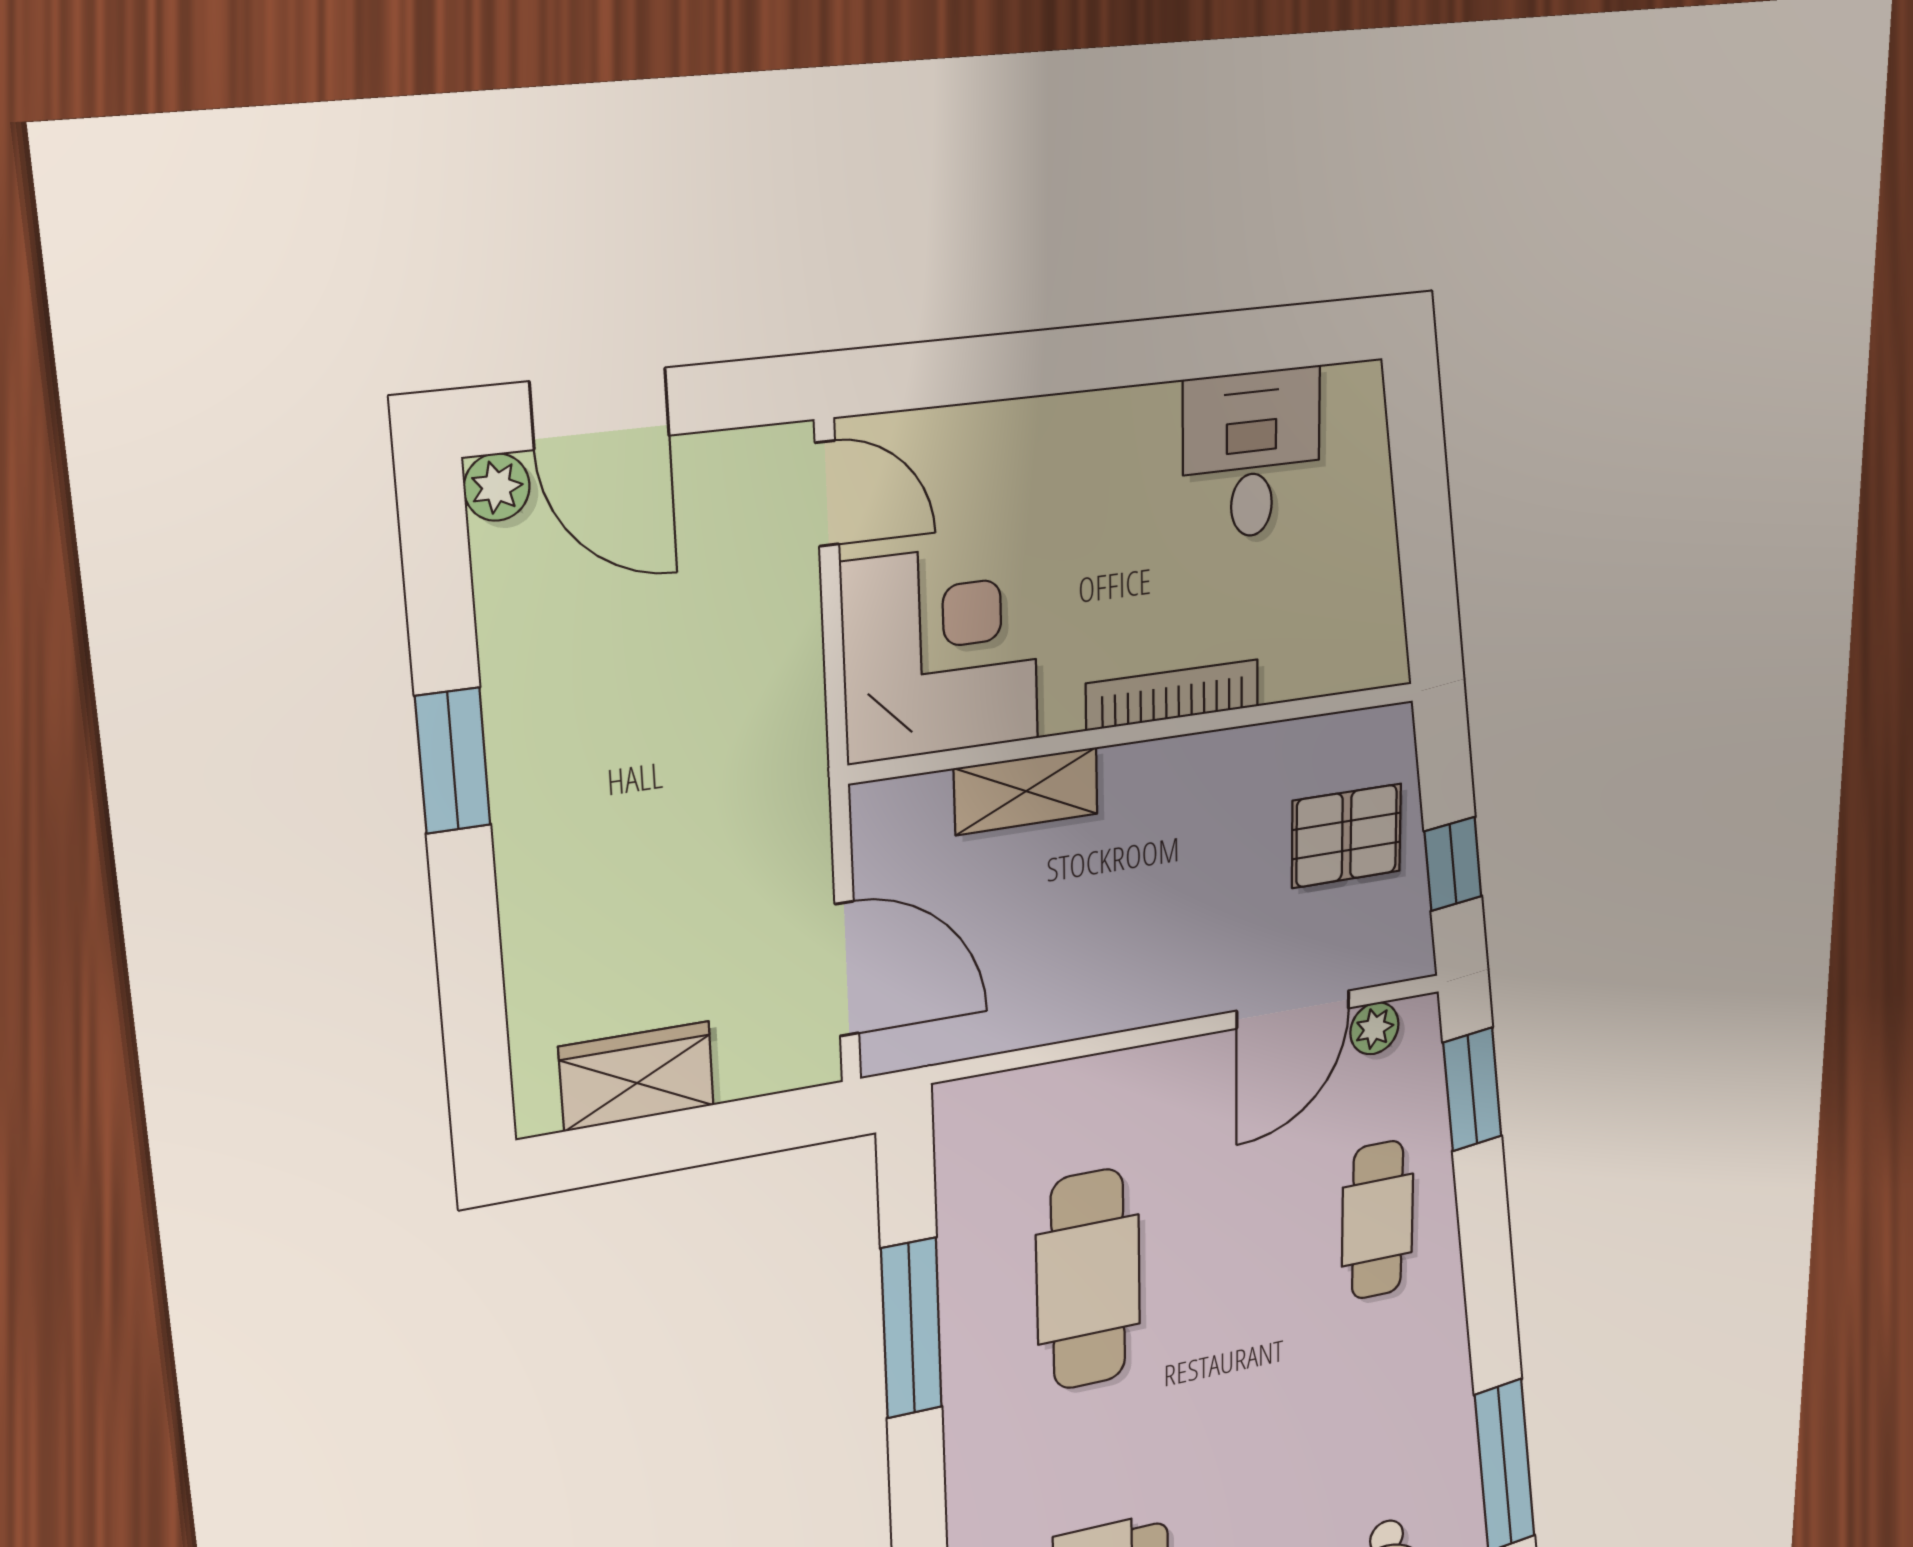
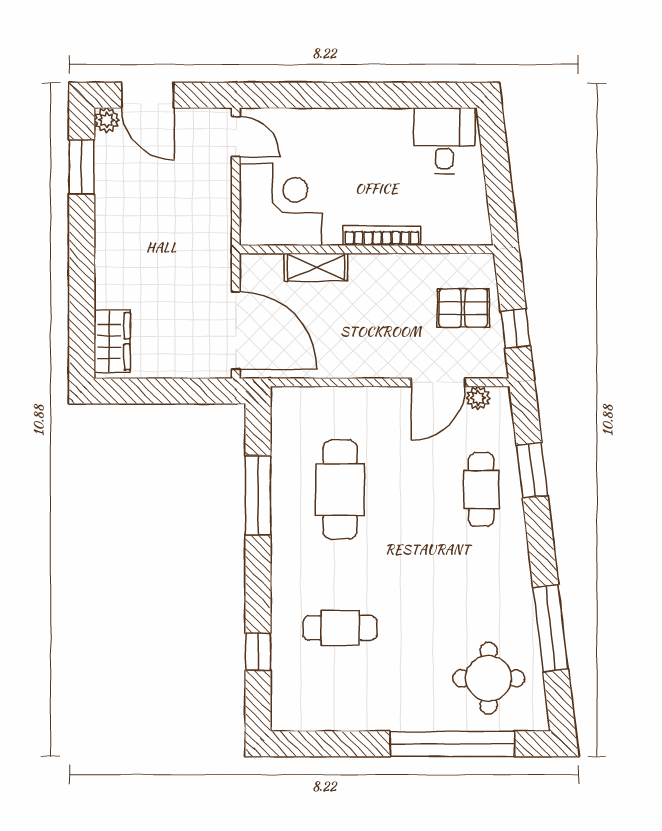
desk: (1252, 454) -> (444, 141), moved
window: (453, 761) -> (82, 167), moved
door: (847, 969) -> (236, 330), width x1.36
wardrobe: (637, 1076) -> (112, 341), moved, turned 90
window: (1472, 1090) -> (532, 470), moved

